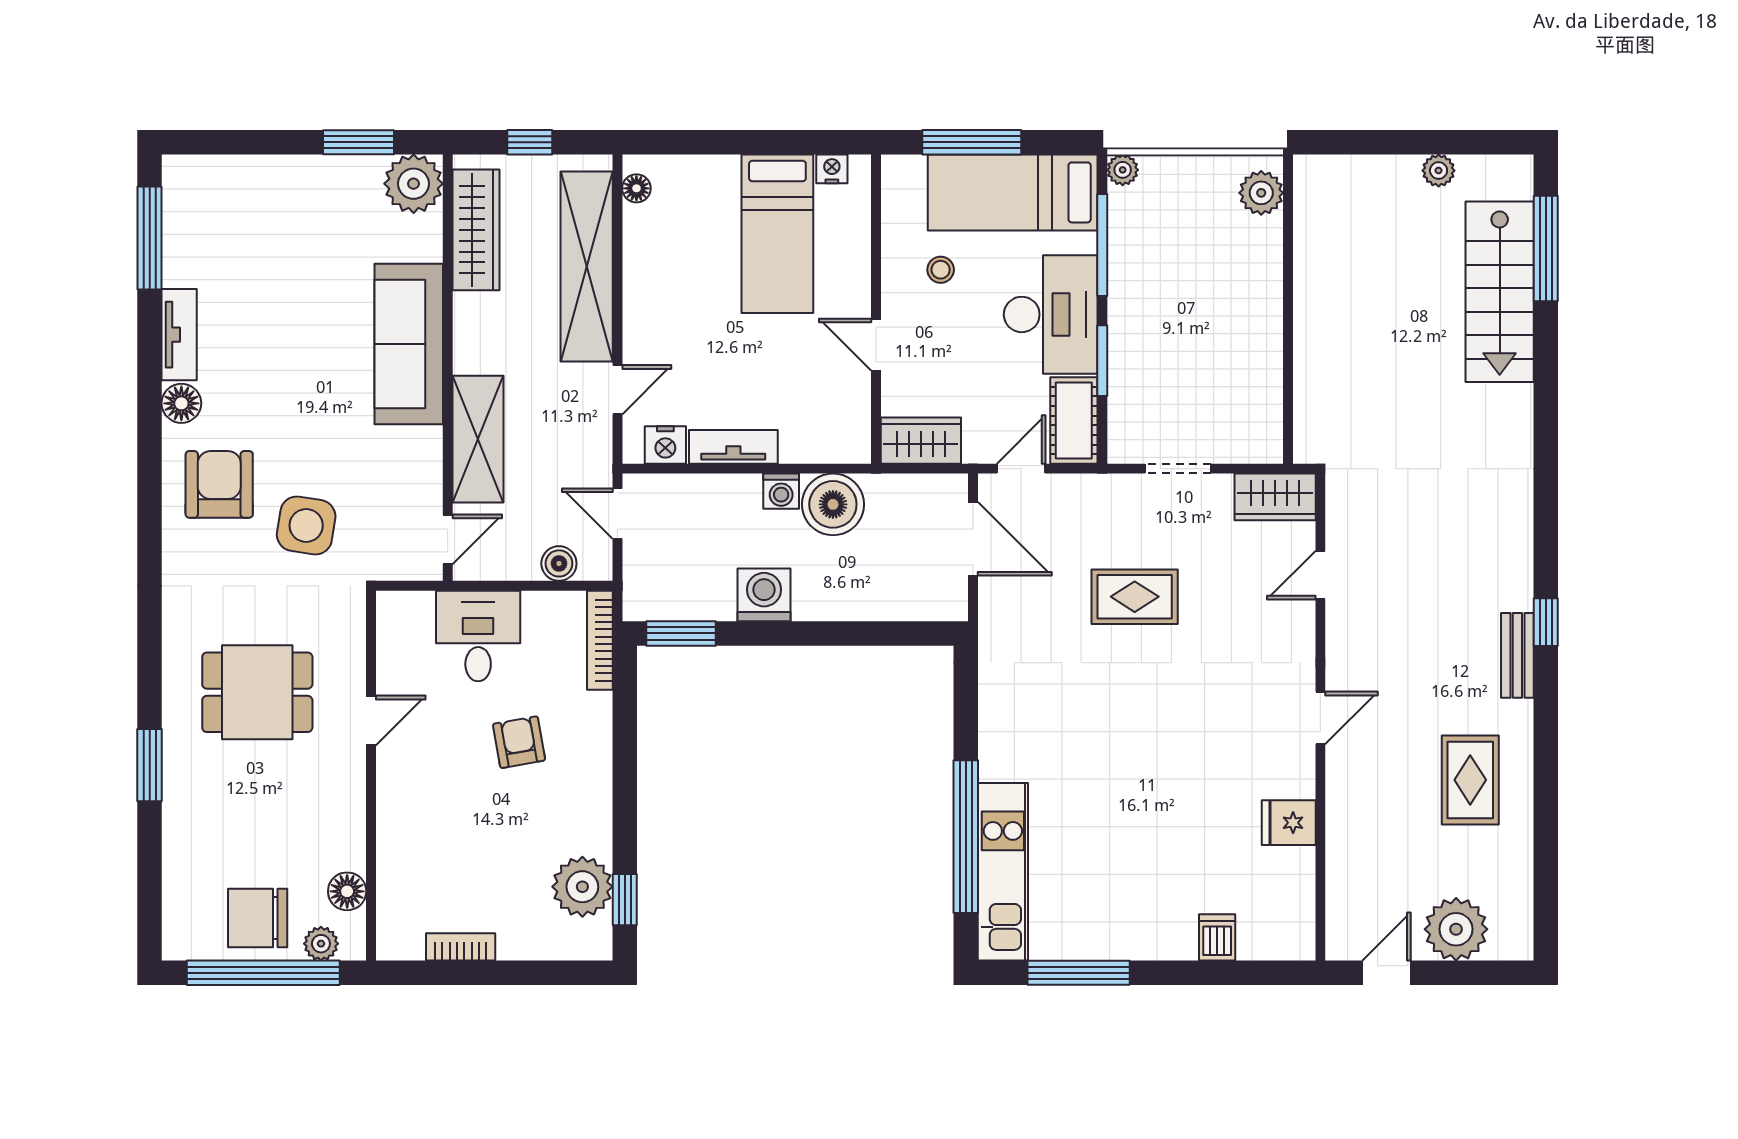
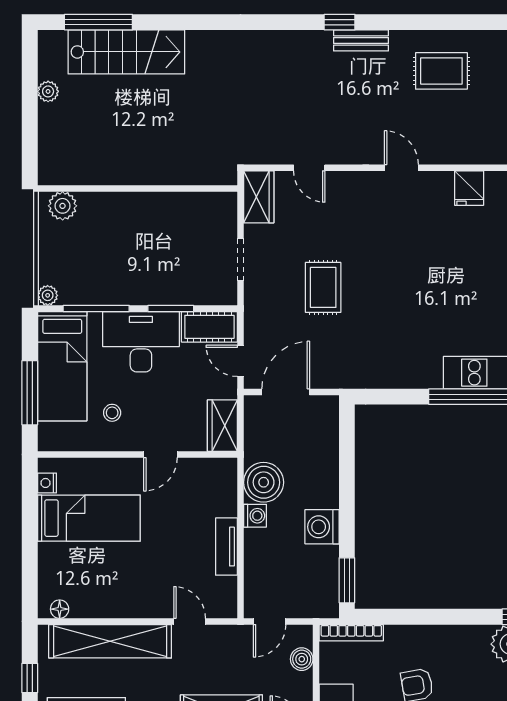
nightstand: (665, 445) -> (225, 590), removed

